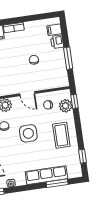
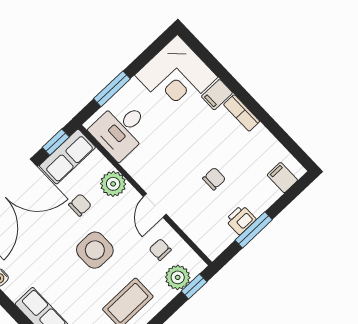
printer: (57, 42) -> (241, 220), moved

